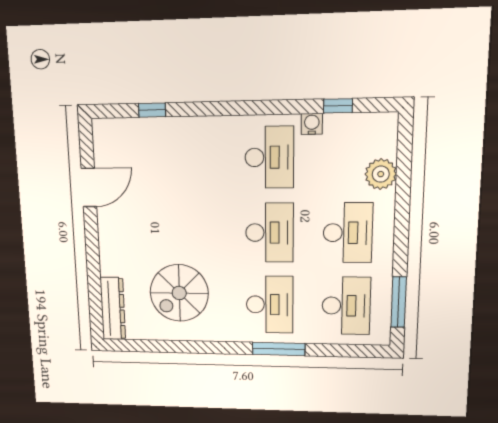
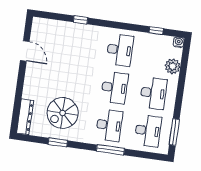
window: (152, 110) -> (81, 20), moved
water cooler: (312, 124) -> (179, 42), moved
door: (89, 187) -> (25, 51), hinge flipped
window: (180, 347) -> (58, 142), added

